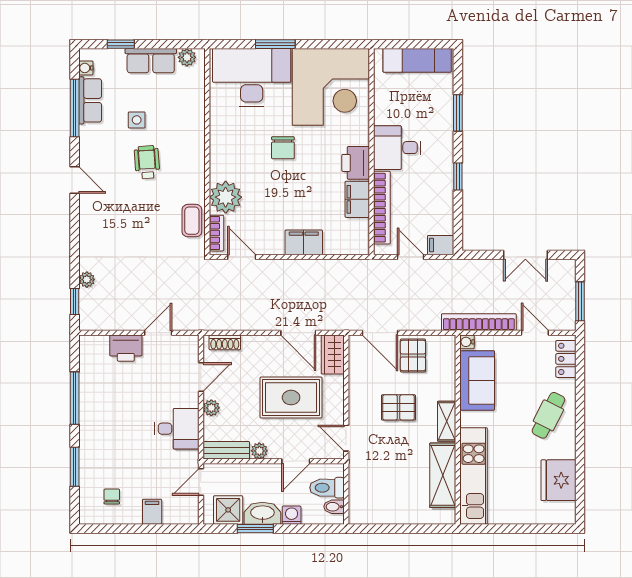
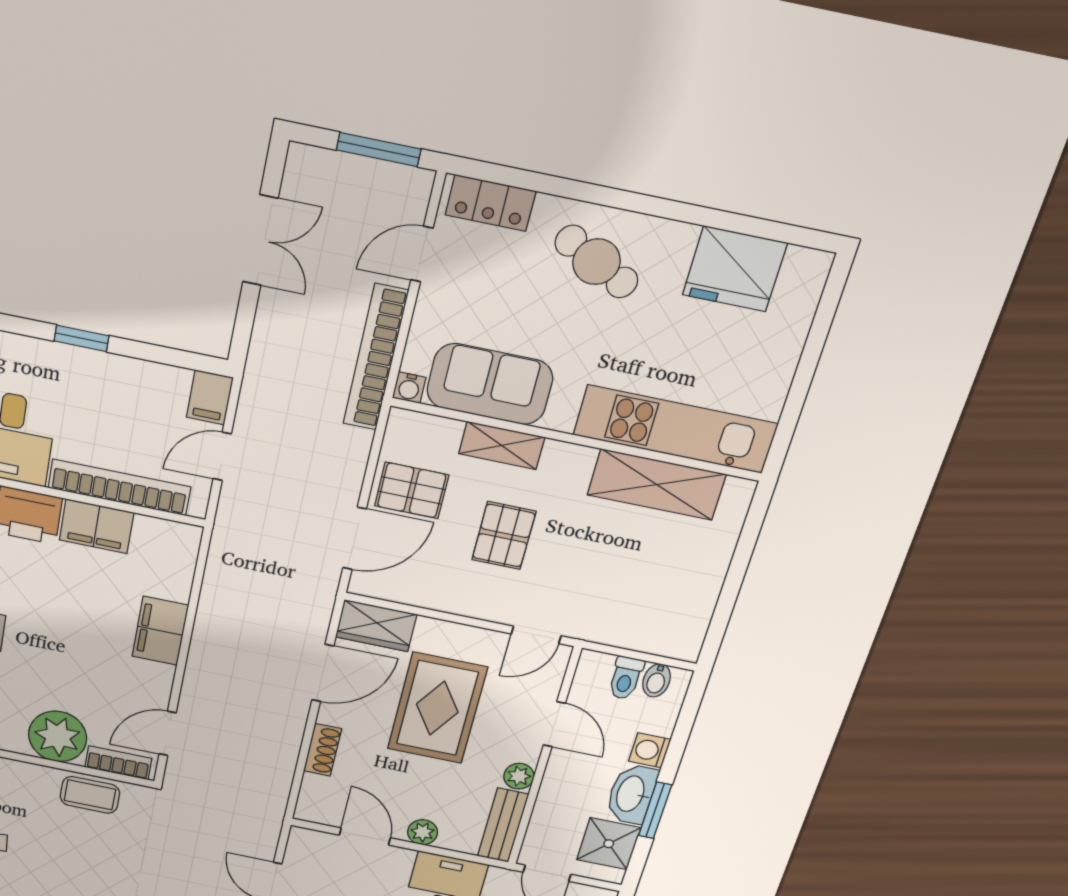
shoe rack: (225, 342) -> (323, 750), moved
shelving: (447, 421) -> (502, 445), moved
toilet: (327, 488) -> (626, 678), width x0.73, depth x0.72

